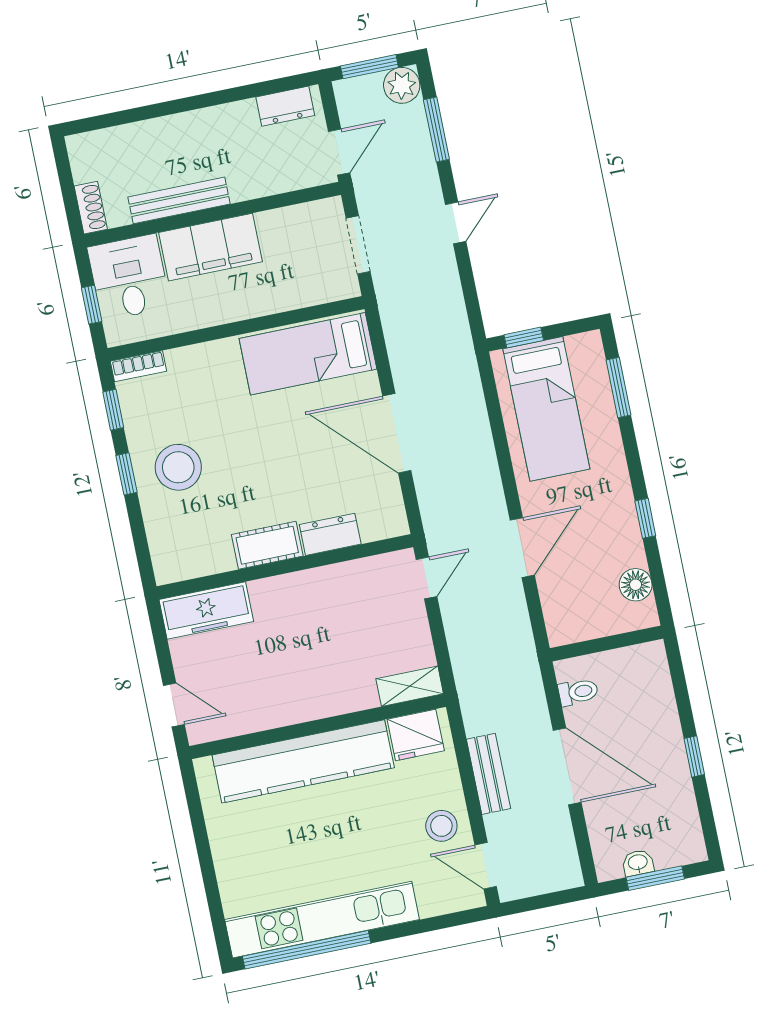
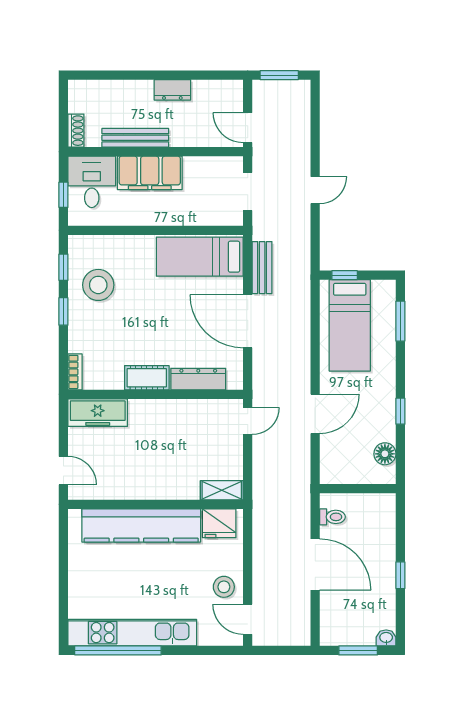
plant: (402, 85) -> (298, 92), removed
dresser: (285, 106) -> (172, 90), moved
window: (436, 130) -> (315, 126), removed
door: (339, 152) -> (248, 128), swing flipped
bookcase: (139, 366) -> (75, 372), moved, turned -90
stool: (178, 467) -> (98, 285), moved
dresser: (330, 534) -> (198, 379), width x1.44
bench: (489, 774) -> (262, 268), moved
washbasin: (638, 863) -> (386, 638), moved

